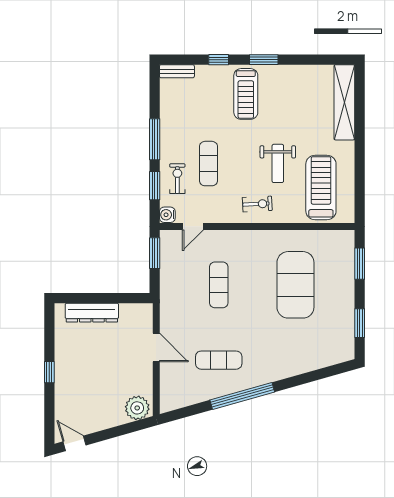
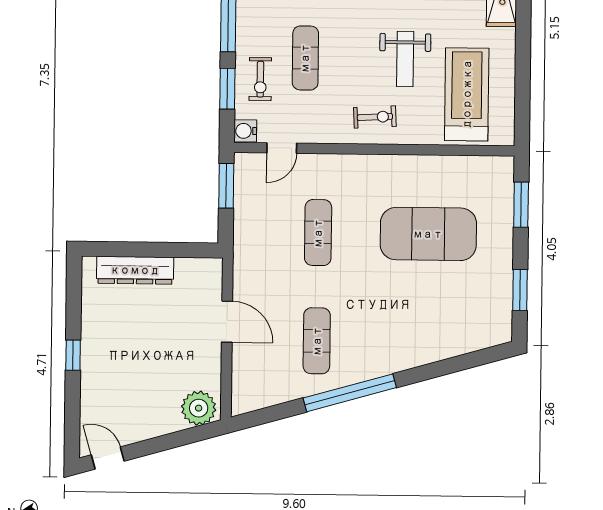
exercise bike: (177, 179) -> (260, 79), turned 180
exercise mat: (295, 285) -> (428, 234), turned 90
exercise mat: (219, 360) -> (317, 341), turned 90

